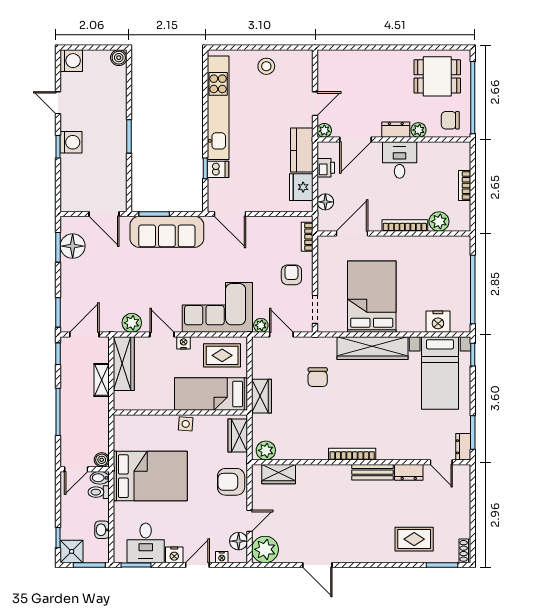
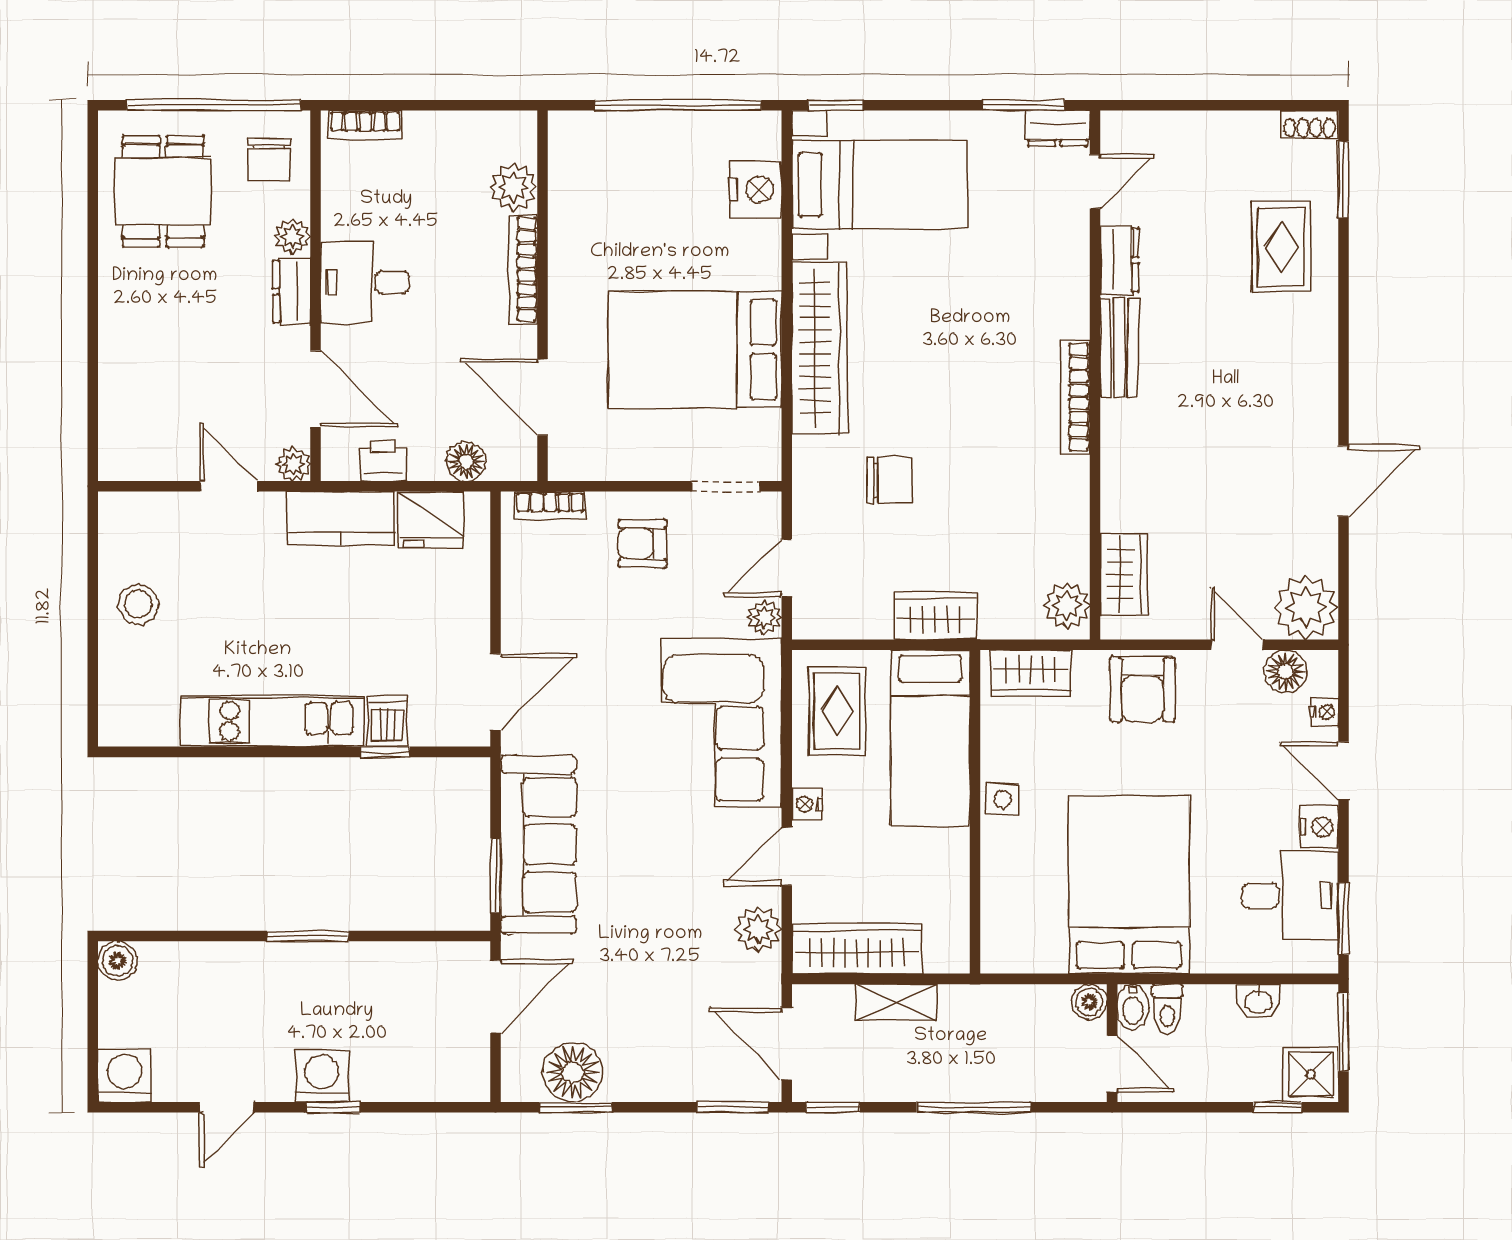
kitchen unit: (218, 108) -> (272, 721), width x0.73
bookcase: (465, 185) -> (365, 125), moved

